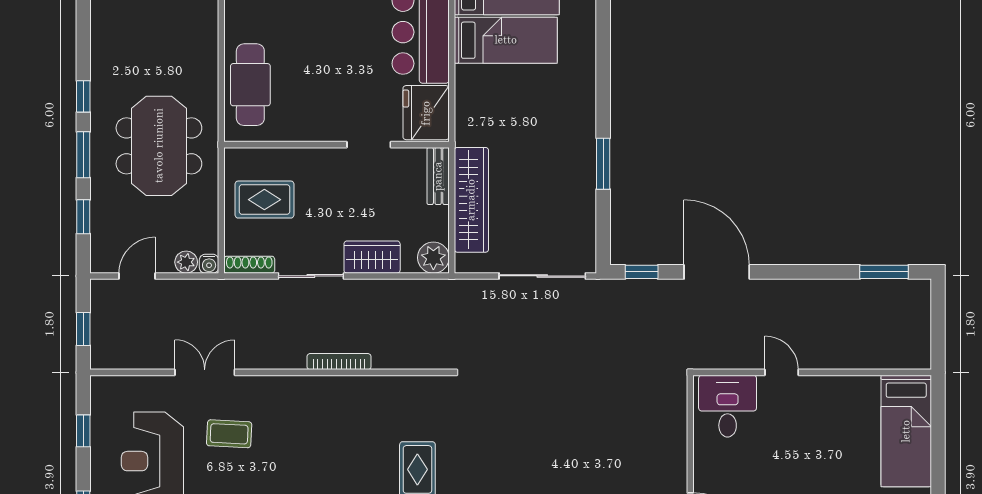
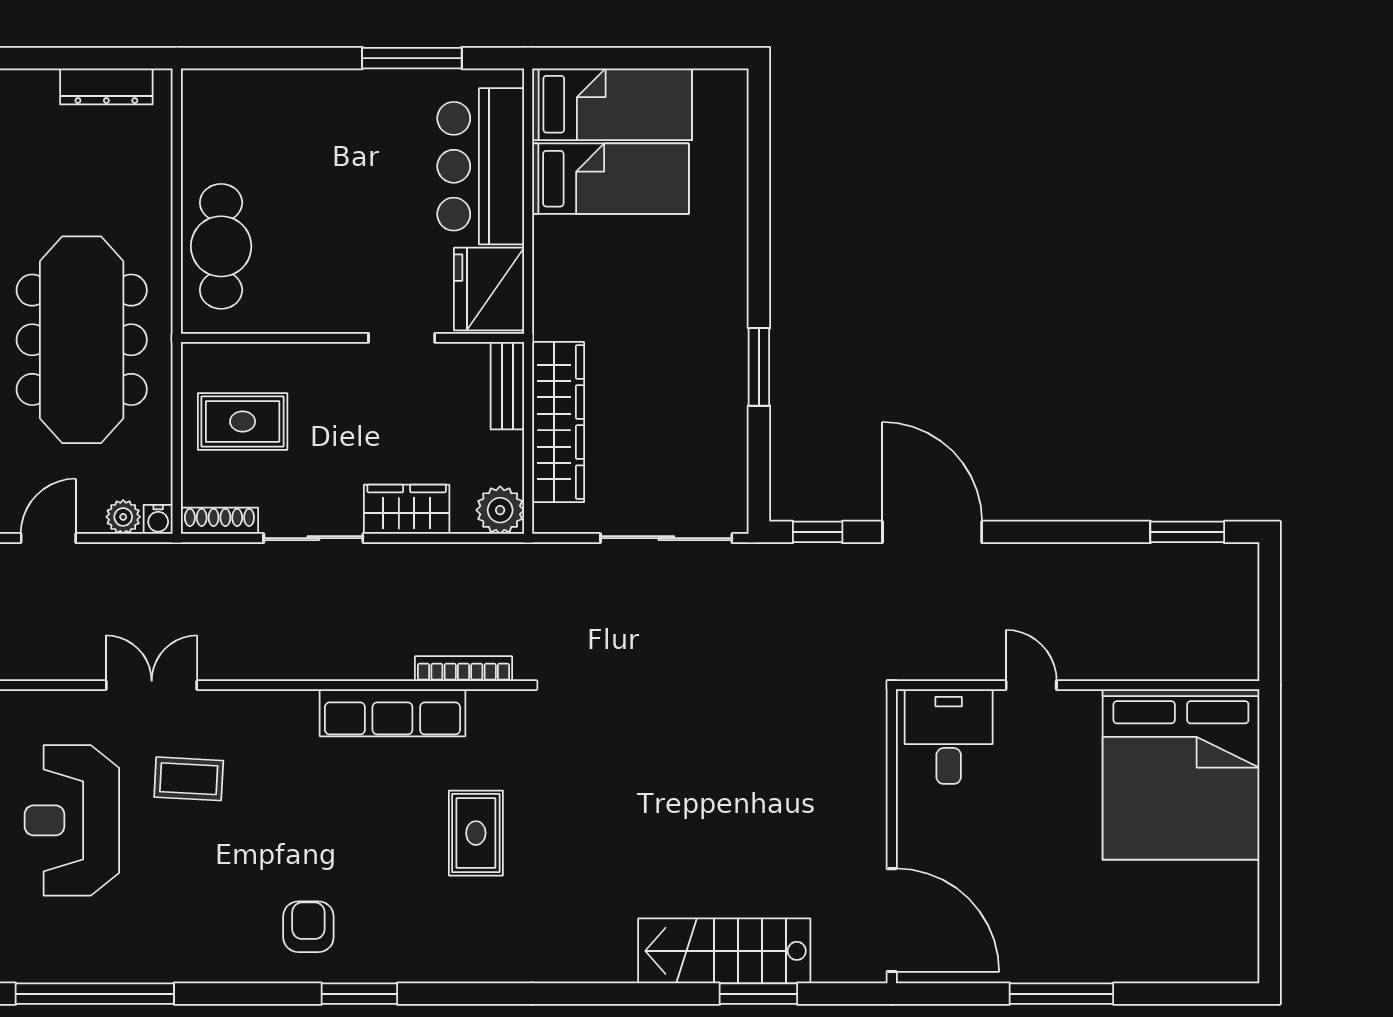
meeting table: (159, 146) -> (82, 340), width x1.36
bookcase: (339, 362) -> (464, 669), moved
row of seats: (363, 391) -> (392, 713), added
bed: (906, 431) -> (1181, 774), width x2.04

